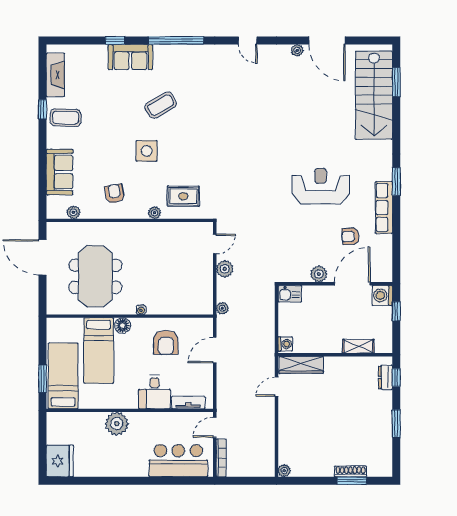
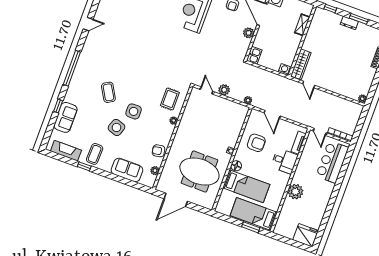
sofa: (130, 57) -> (66, 117), moved
side table: (115, 135) -> (116, 127), added
armchair: (115, 194) -> (158, 151), moved
dresser: (385, 377) -> (349, 23), moved

